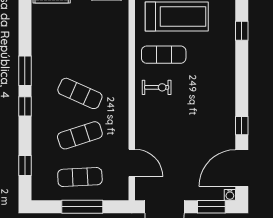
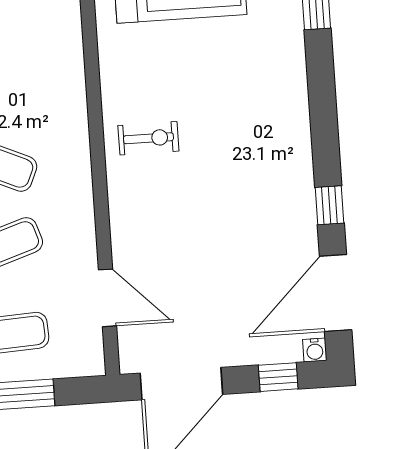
exercise mat: (164, 55) -> (158, 70), removed
window: (211, 207) -> (278, 377), width x0.67

